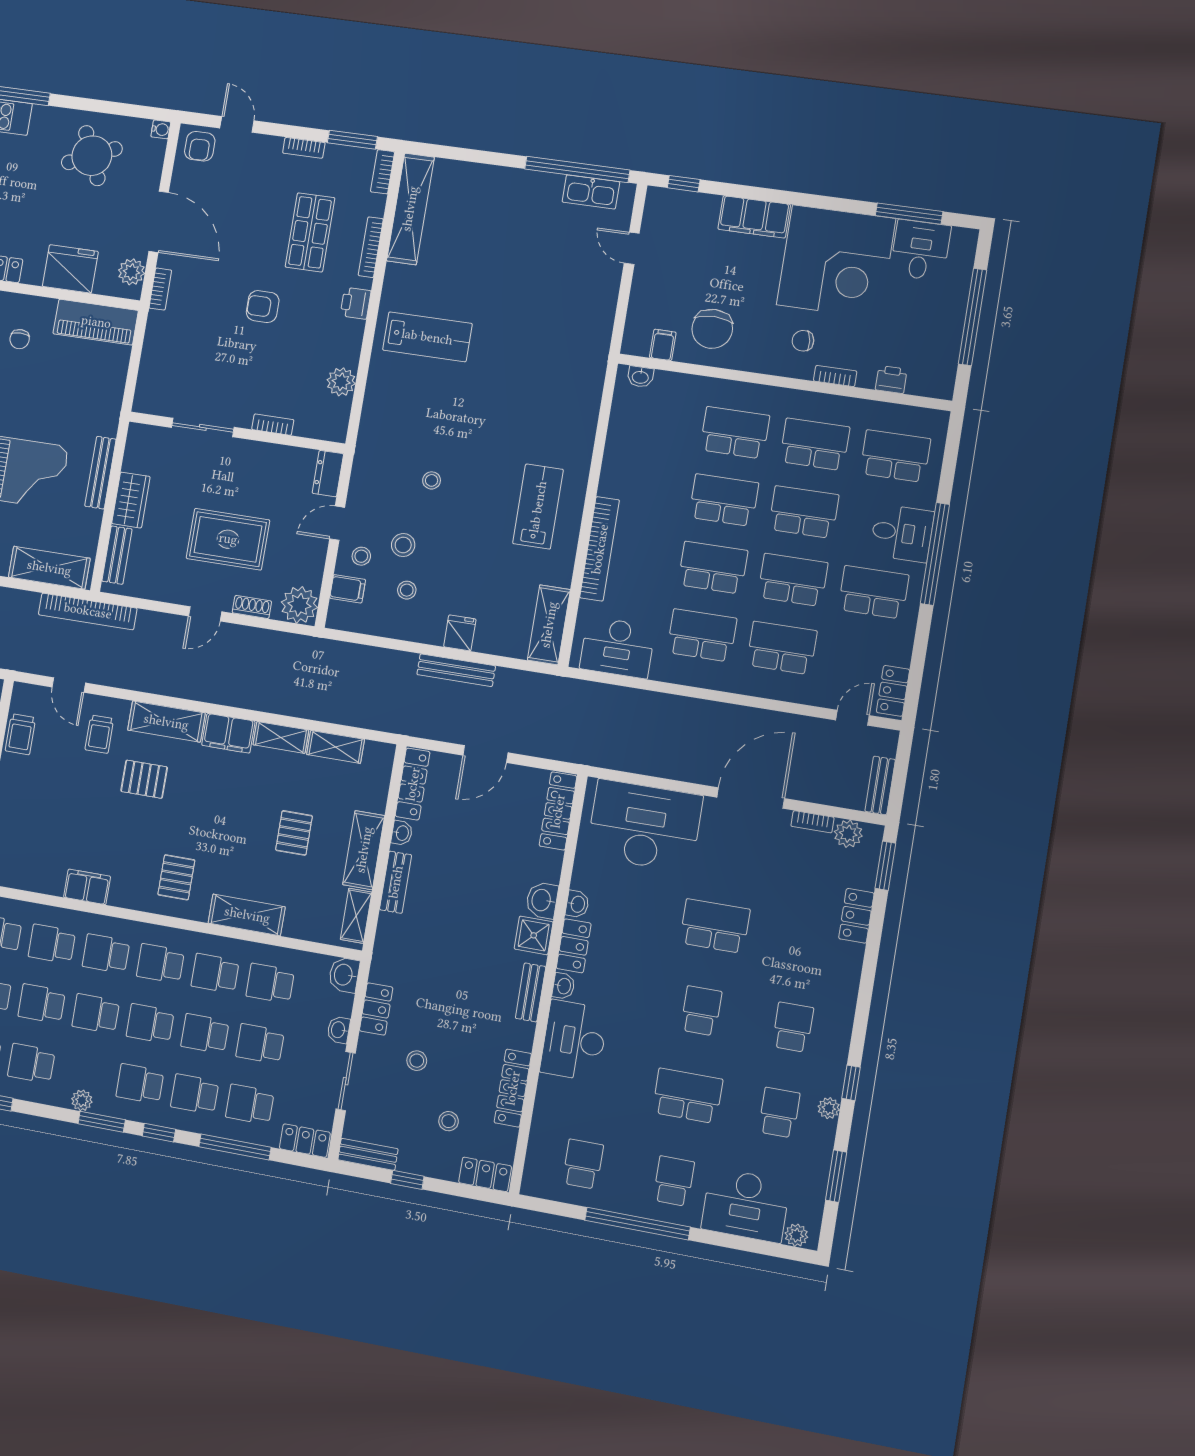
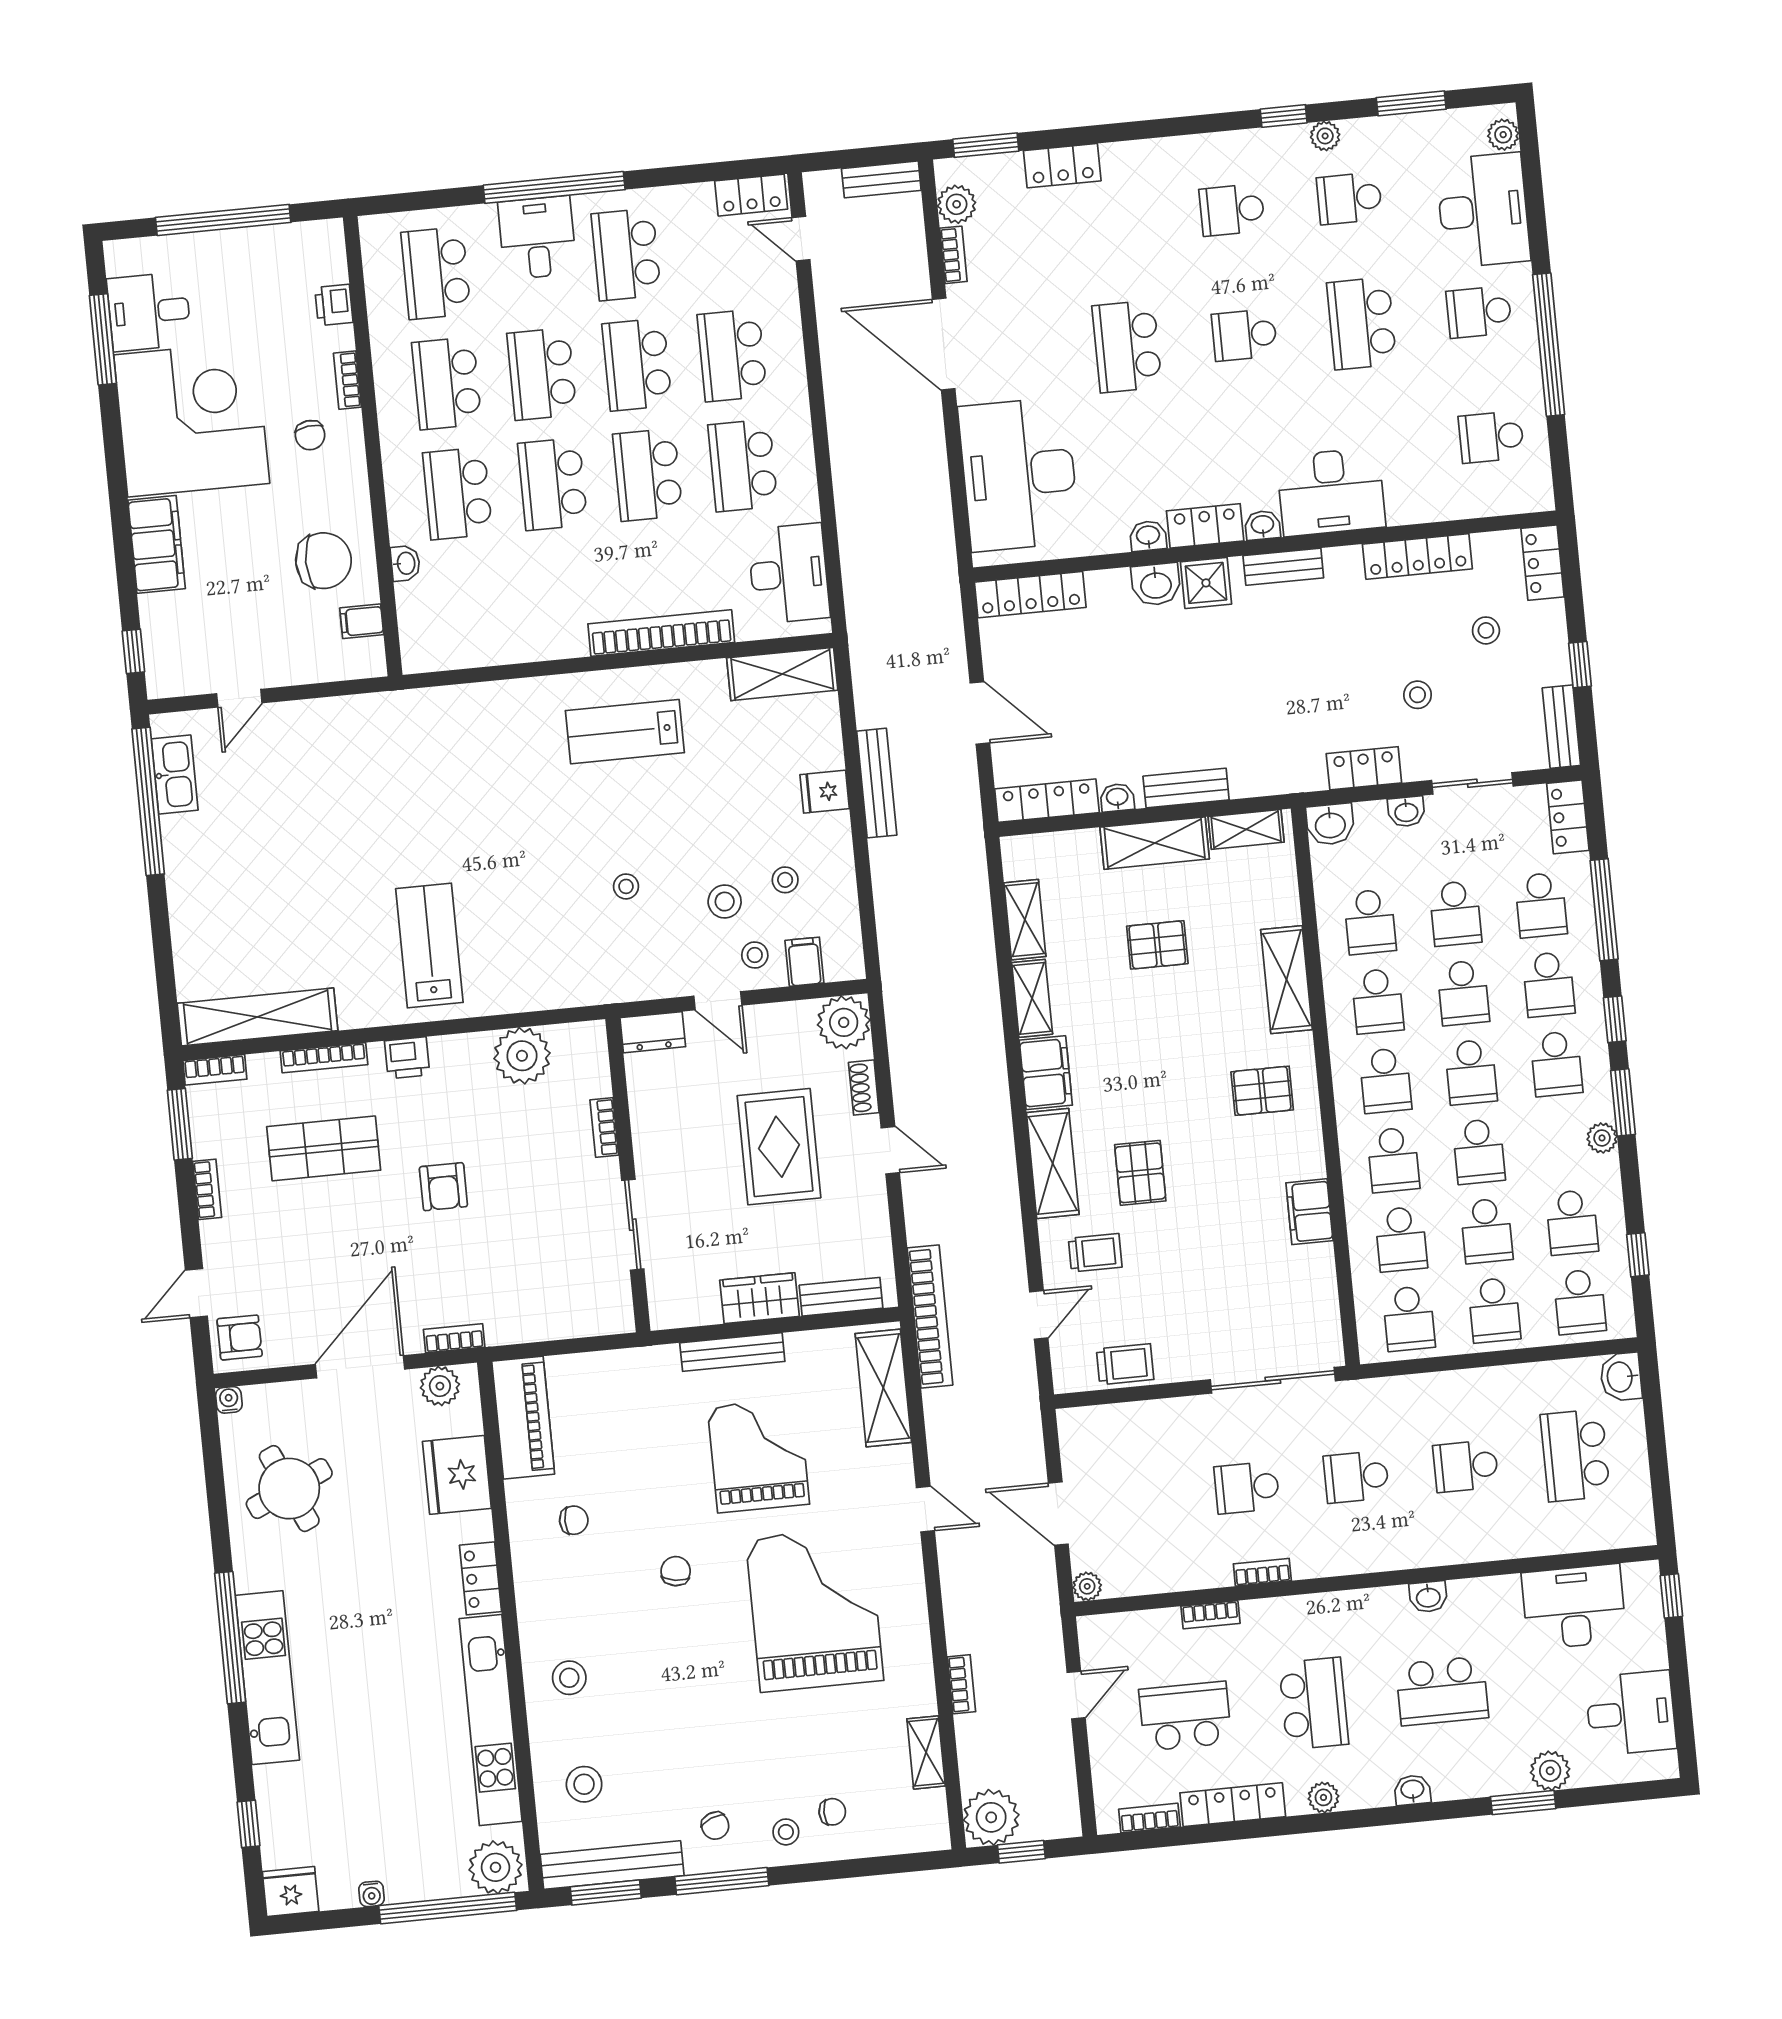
washbasin: (640, 377) -> (405, 563), moved
plant: (341, 382) -> (522, 1056), width x1.36, depth x1.36

